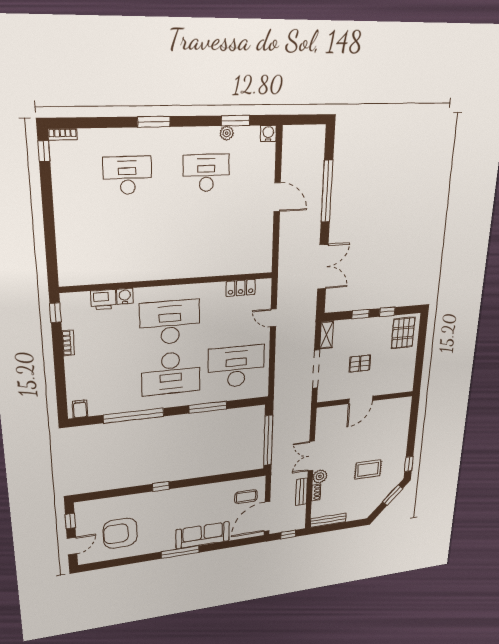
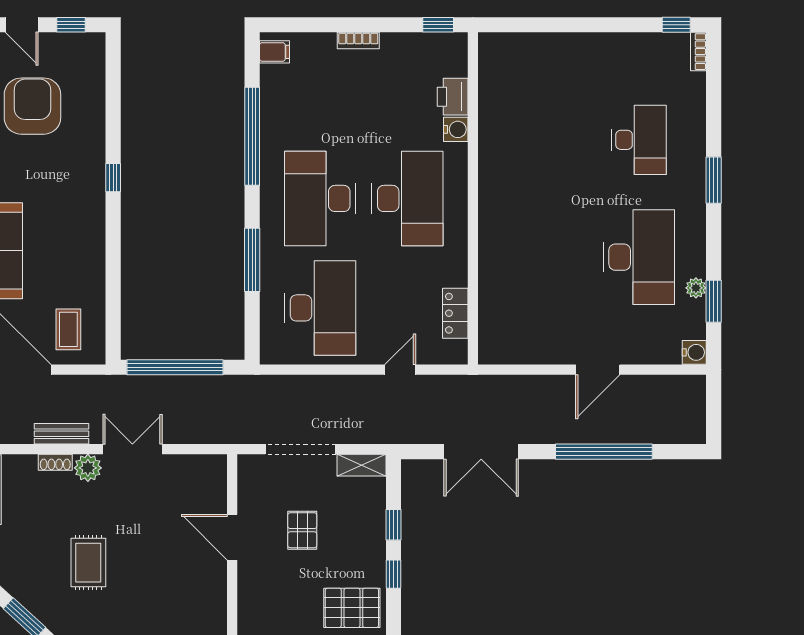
desk: (206, 173) -> (639, 257), width x1.36, depth x1.30
bookcase: (68, 343) -> (358, 40), moved

